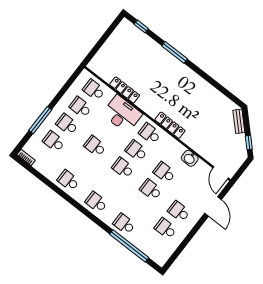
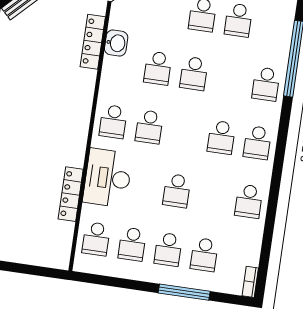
locker: (170, 125) -> (93, 42), moved
school desk: (123, 168) -> (221, 137), moved

